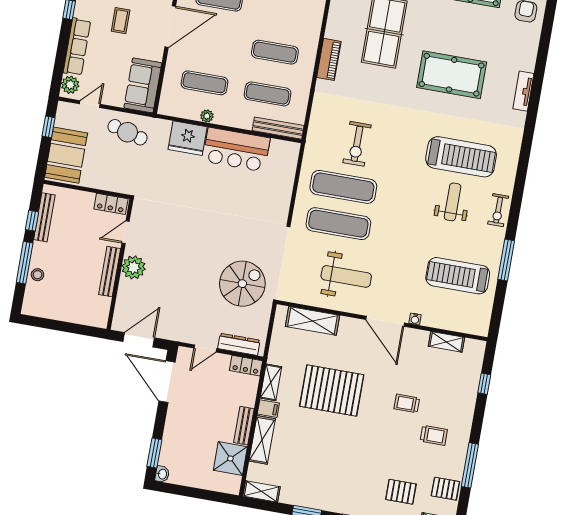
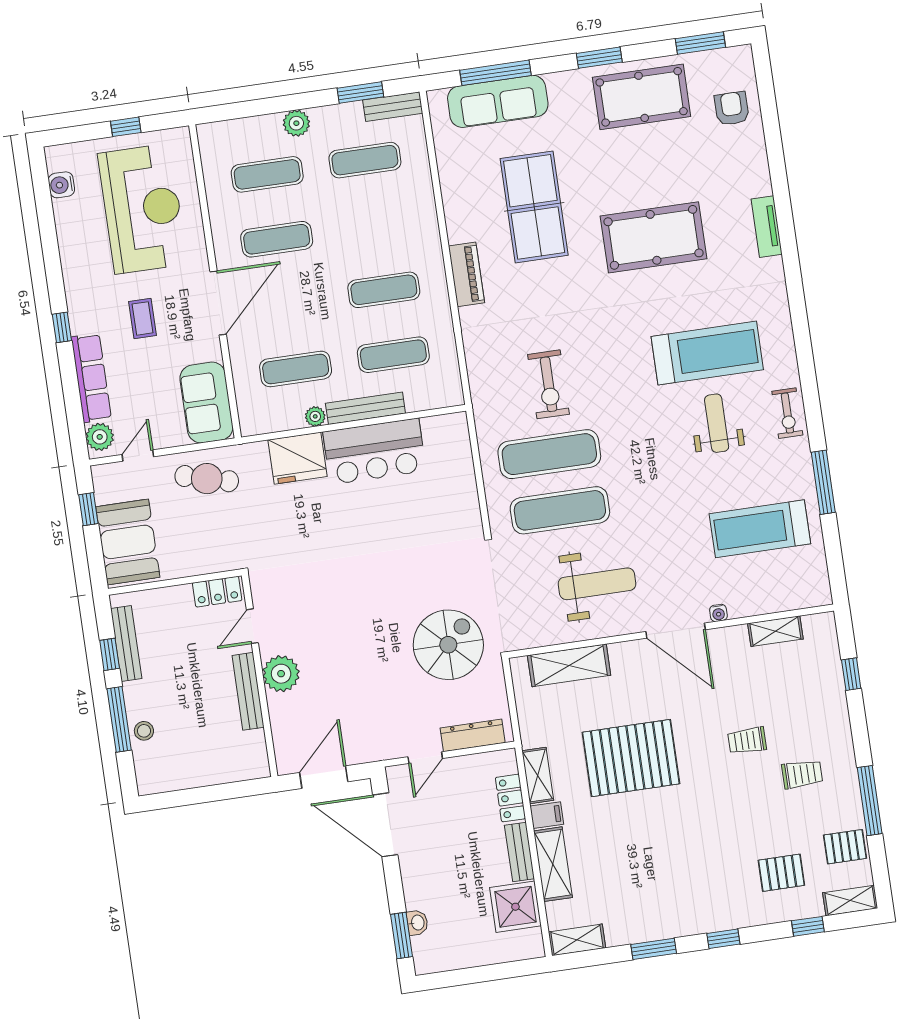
bench: (278, 128) -> (365, 408), moved
locker: (246, 366) -> (510, 798), moved, turned 90
washbasin: (162, 474) -> (417, 923), moved

